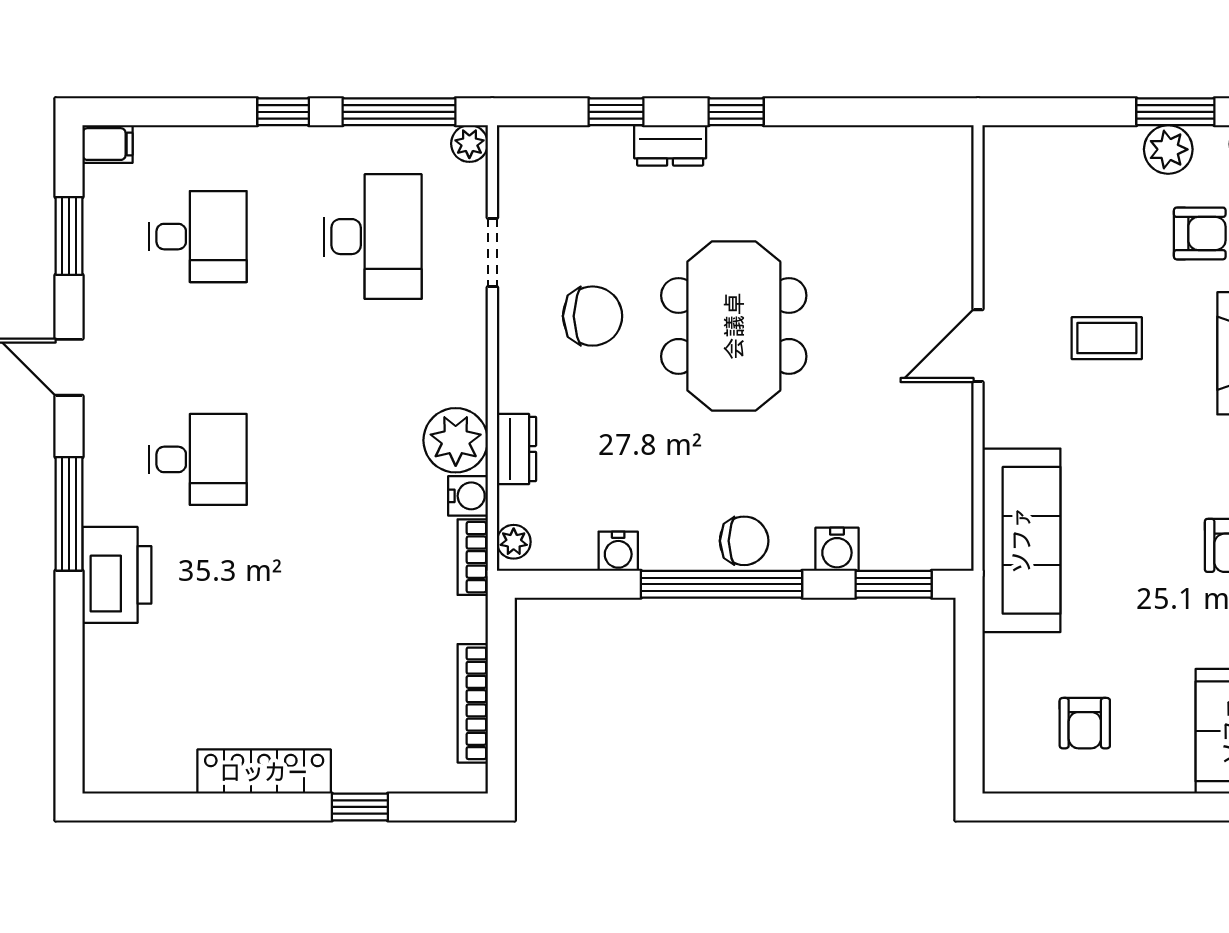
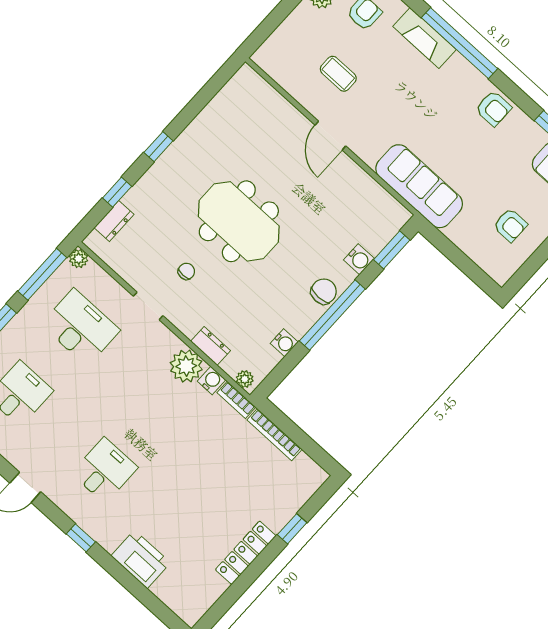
dresser: (670, 145) -> (114, 221), moved
doorway: (492, 252) -> (148, 306), moved
chair: (593, 316) -> (186, 271), width x0.54, depth x0.54
coffee table: (1107, 338) -> (338, 74), moved, turned 90
window: (69, 514) -> (81, 538), width x0.46
printer: (117, 575) -> (141, 559), moved
bookcase: (473, 703) -> (275, 435), moved

